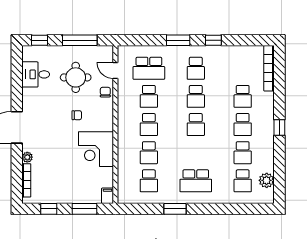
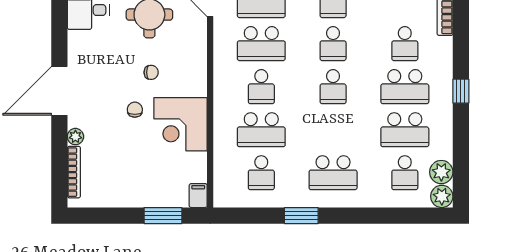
chair: (105, 92) -> (135, 110), moved
school desk: (149, 96) -> (261, 44), width x1.85
school desk: (243, 125) -> (405, 87), width x1.85
school desk: (149, 153) -> (261, 130), width x1.85
school desk: (243, 153) -> (405, 130), width x1.85
plant: (267, 196) -> (442, 196), added
window: (49, 209) -> (108, 216), removed

